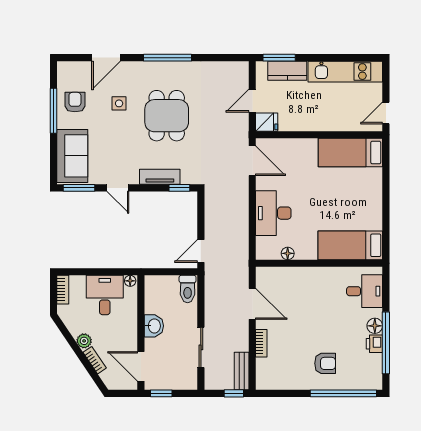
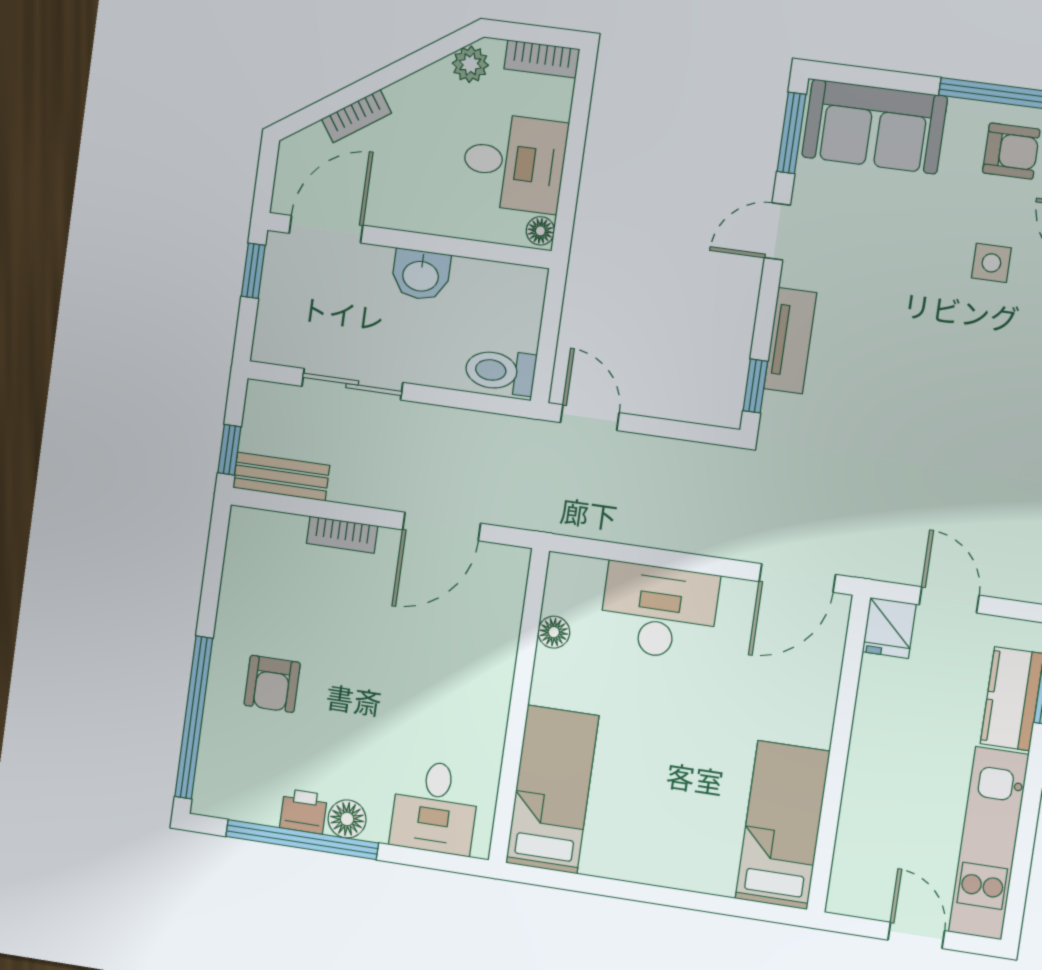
door: (386, 113) -> (916, 935), moved
dining table: (167, 116) -> (942, 379), removed
plant: (84, 341) -> (470, 64), moved

